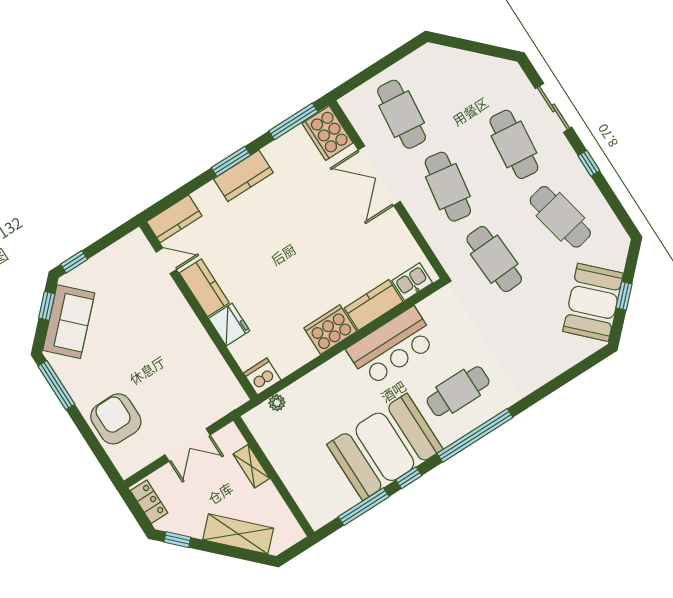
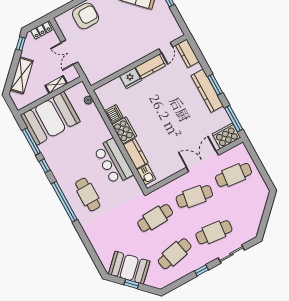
kitchen counter: (243, 176) -> (207, 91), width x1.50
dishwasher: (262, 377) -> (114, 114), moved
booth: (385, 447) -> (50, 118), moved, turned 90

